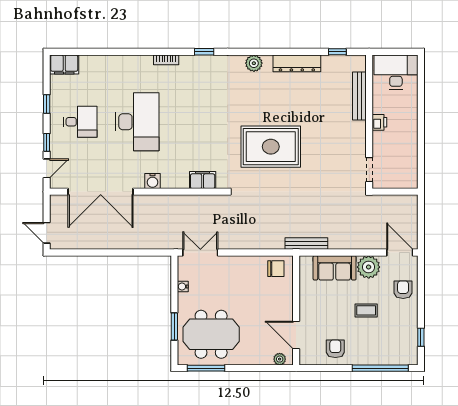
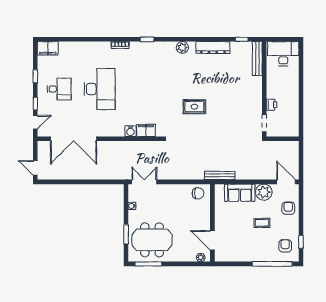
bench: (359, 96) -> (257, 59), moved
printer: (379, 122) -> (272, 105), moved
rug: (271, 147) -> (194, 107), width x0.54, depth x0.49
water cooler: (153, 181) -> (130, 131), moved
armchair: (335, 349) -> (285, 246), moved

